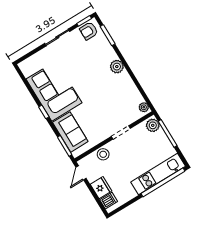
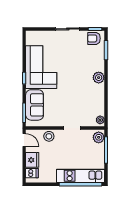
door: (81, 173) -> (24, 140), swing flipped

